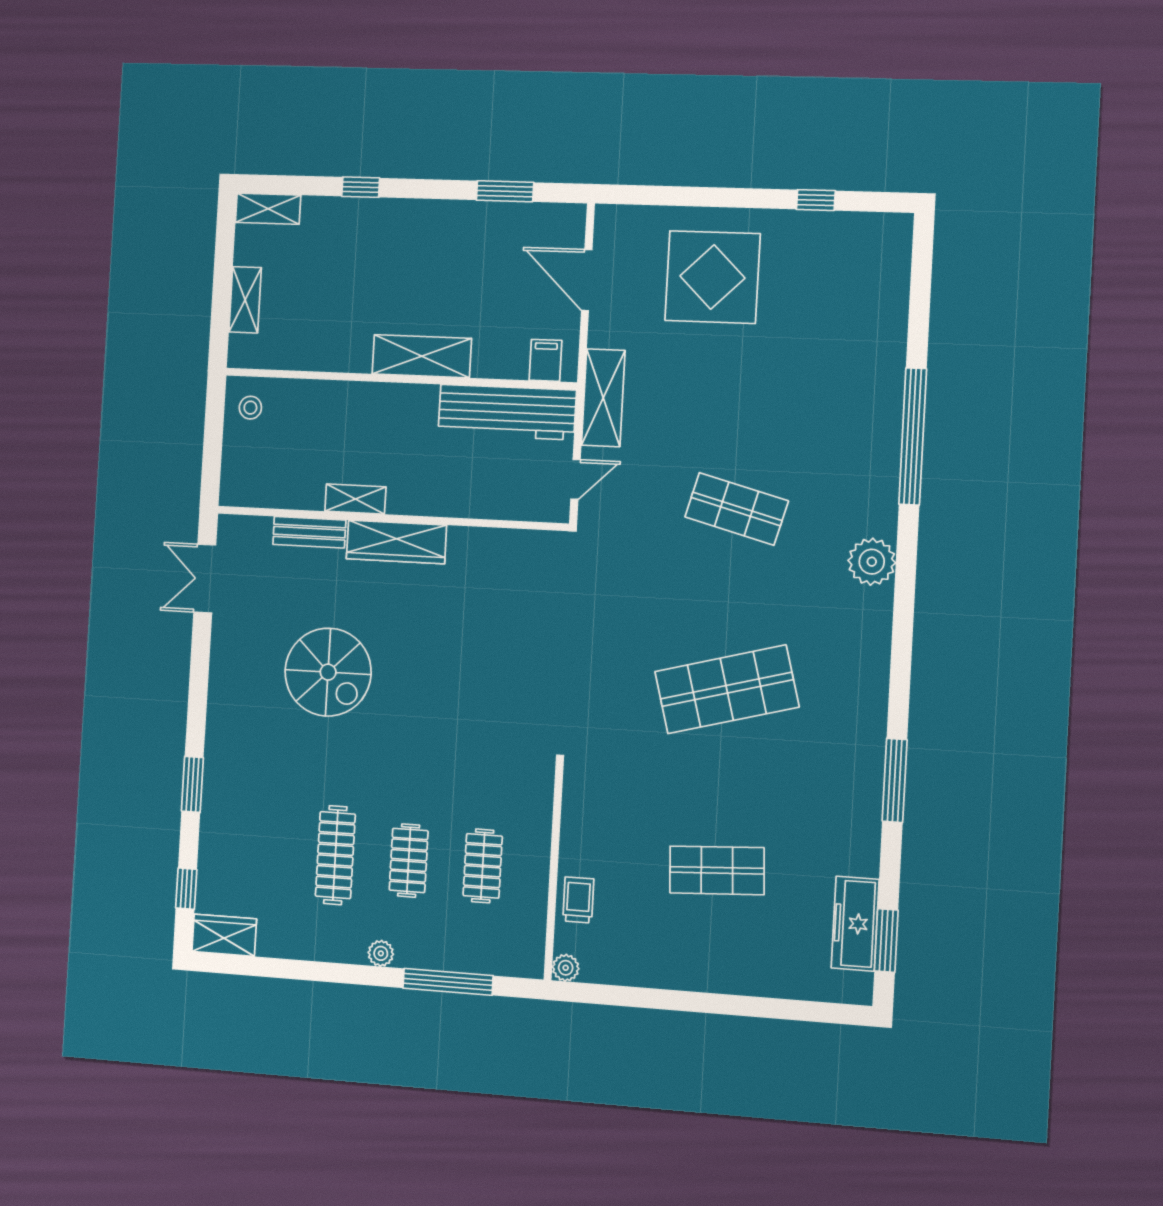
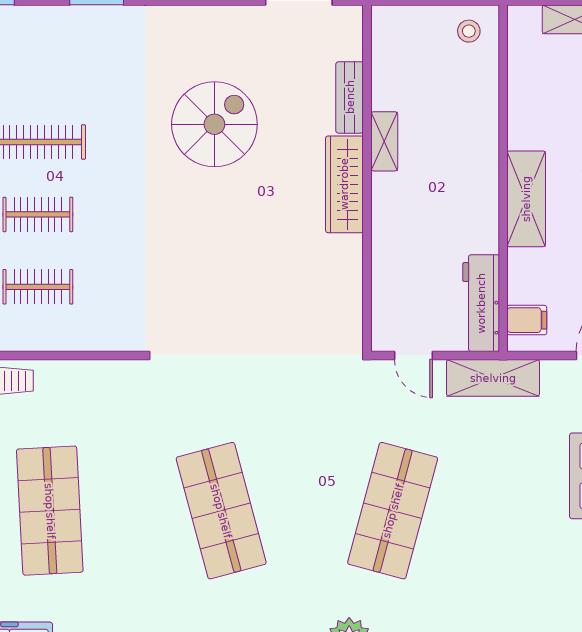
workbench: (507, 412) -> (481, 303), width x0.73, depth x0.76
shop shelf: (737, 509) -> (393, 511), width x1.43, depth x1.36
spiral stairs: (328, 672) -> (214, 124), turned 180
shop shelf: (717, 870) -> (50, 511), width x1.43, depth x1.36

